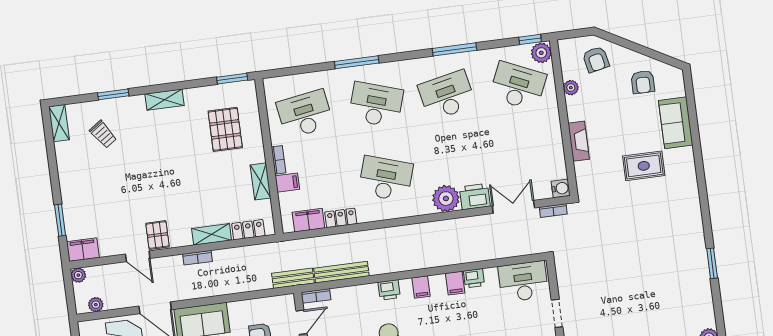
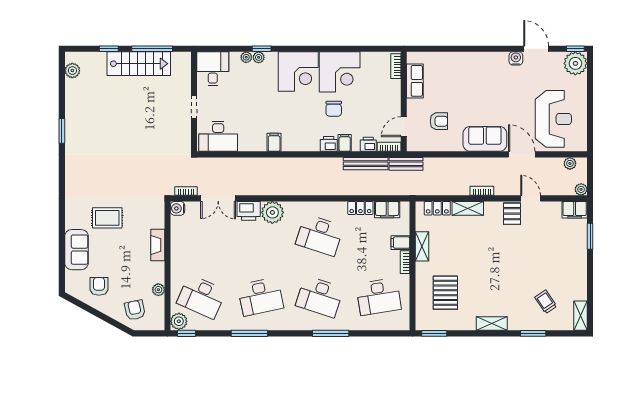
printer: (474, 278) -> (368, 144), moved
filing cabinet: (421, 287) -> (345, 143), moved

